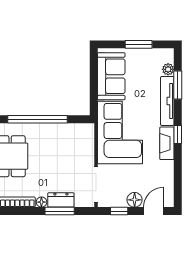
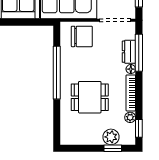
chair: (78, 147) -> (82, 36), added
window: (60, 211) -> (139, 53), width x1.44

